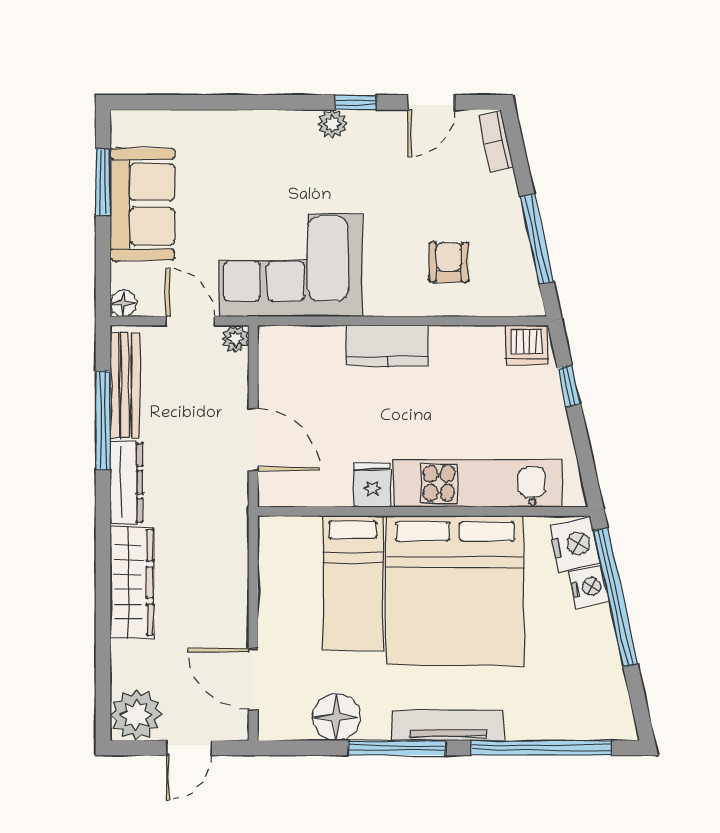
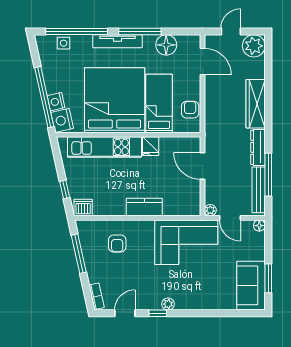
sofa: (143, 204) -> (251, 285), moved
armchair: (282, 569) -> (190, 110), added
side table: (572, 721) -> (64, 43), added

